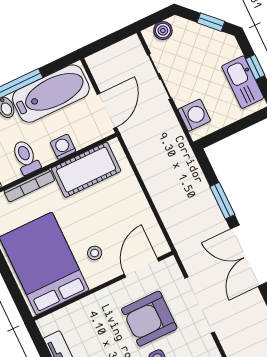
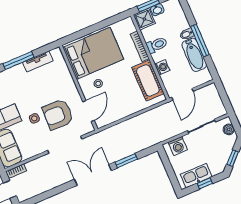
bathtub: (51, 94) -> (194, 55), width x0.73, depth x0.73
door: (107, 111) -> (182, 94), hinge flipped
door: (141, 268) -> (88, 111), hinge flipped
armchair: (149, 319) -> (58, 114), turned -88

